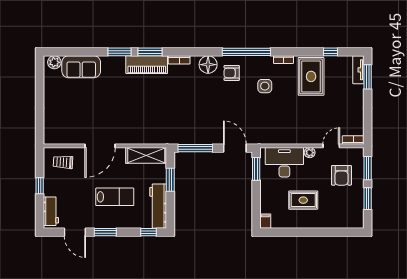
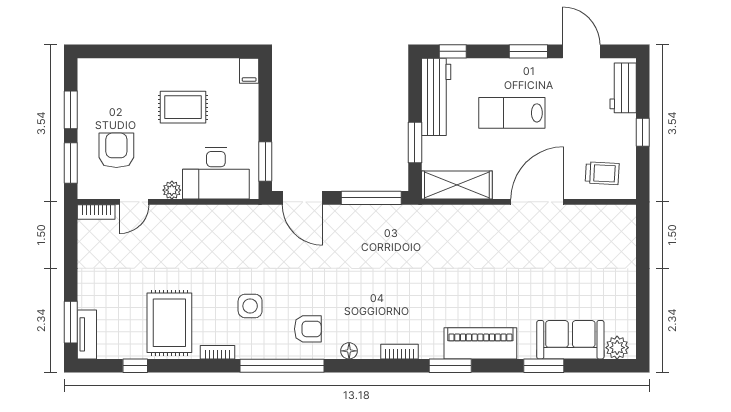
window: (120, 52) -> (544, 366), moved
piano: (147, 65) -> (480, 343), moved
floor lamp: (208, 65) -> (349, 351), width x0.53, depth x0.53

